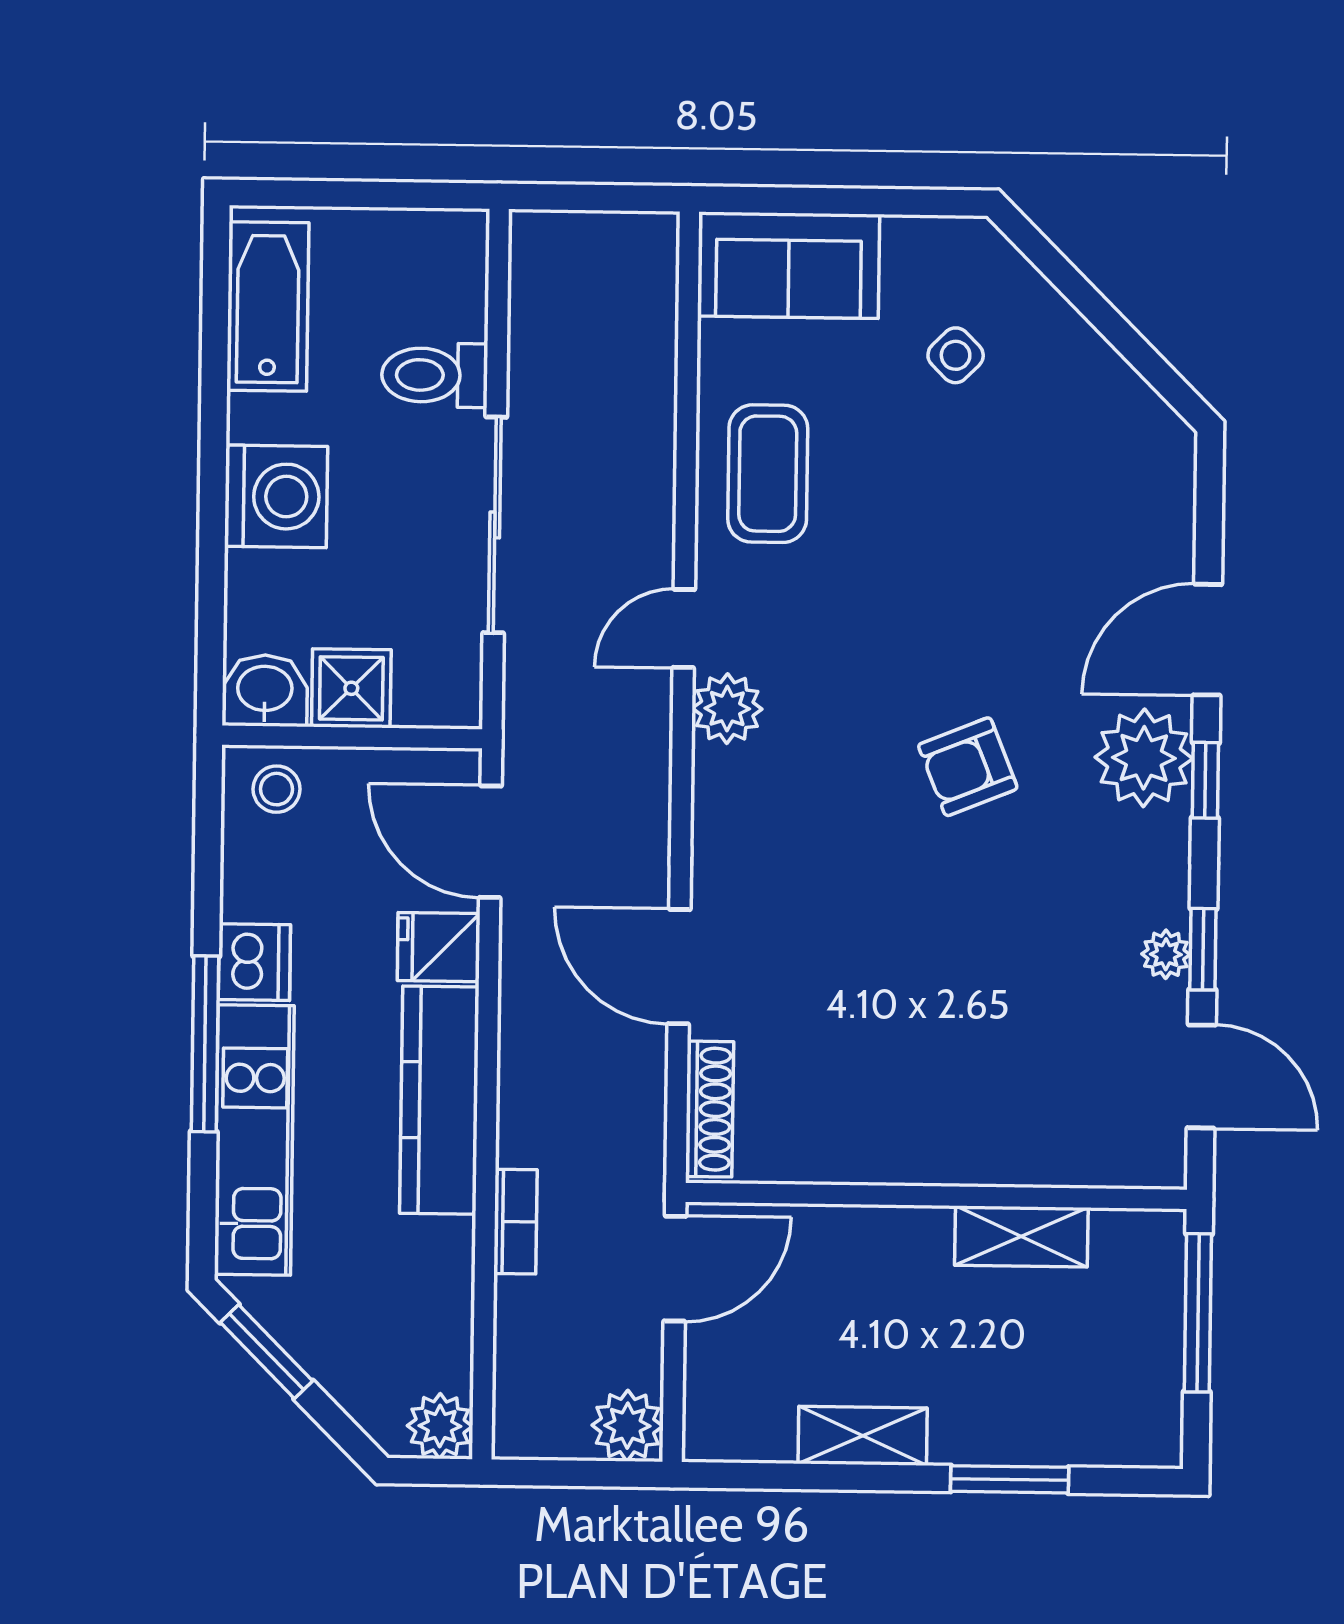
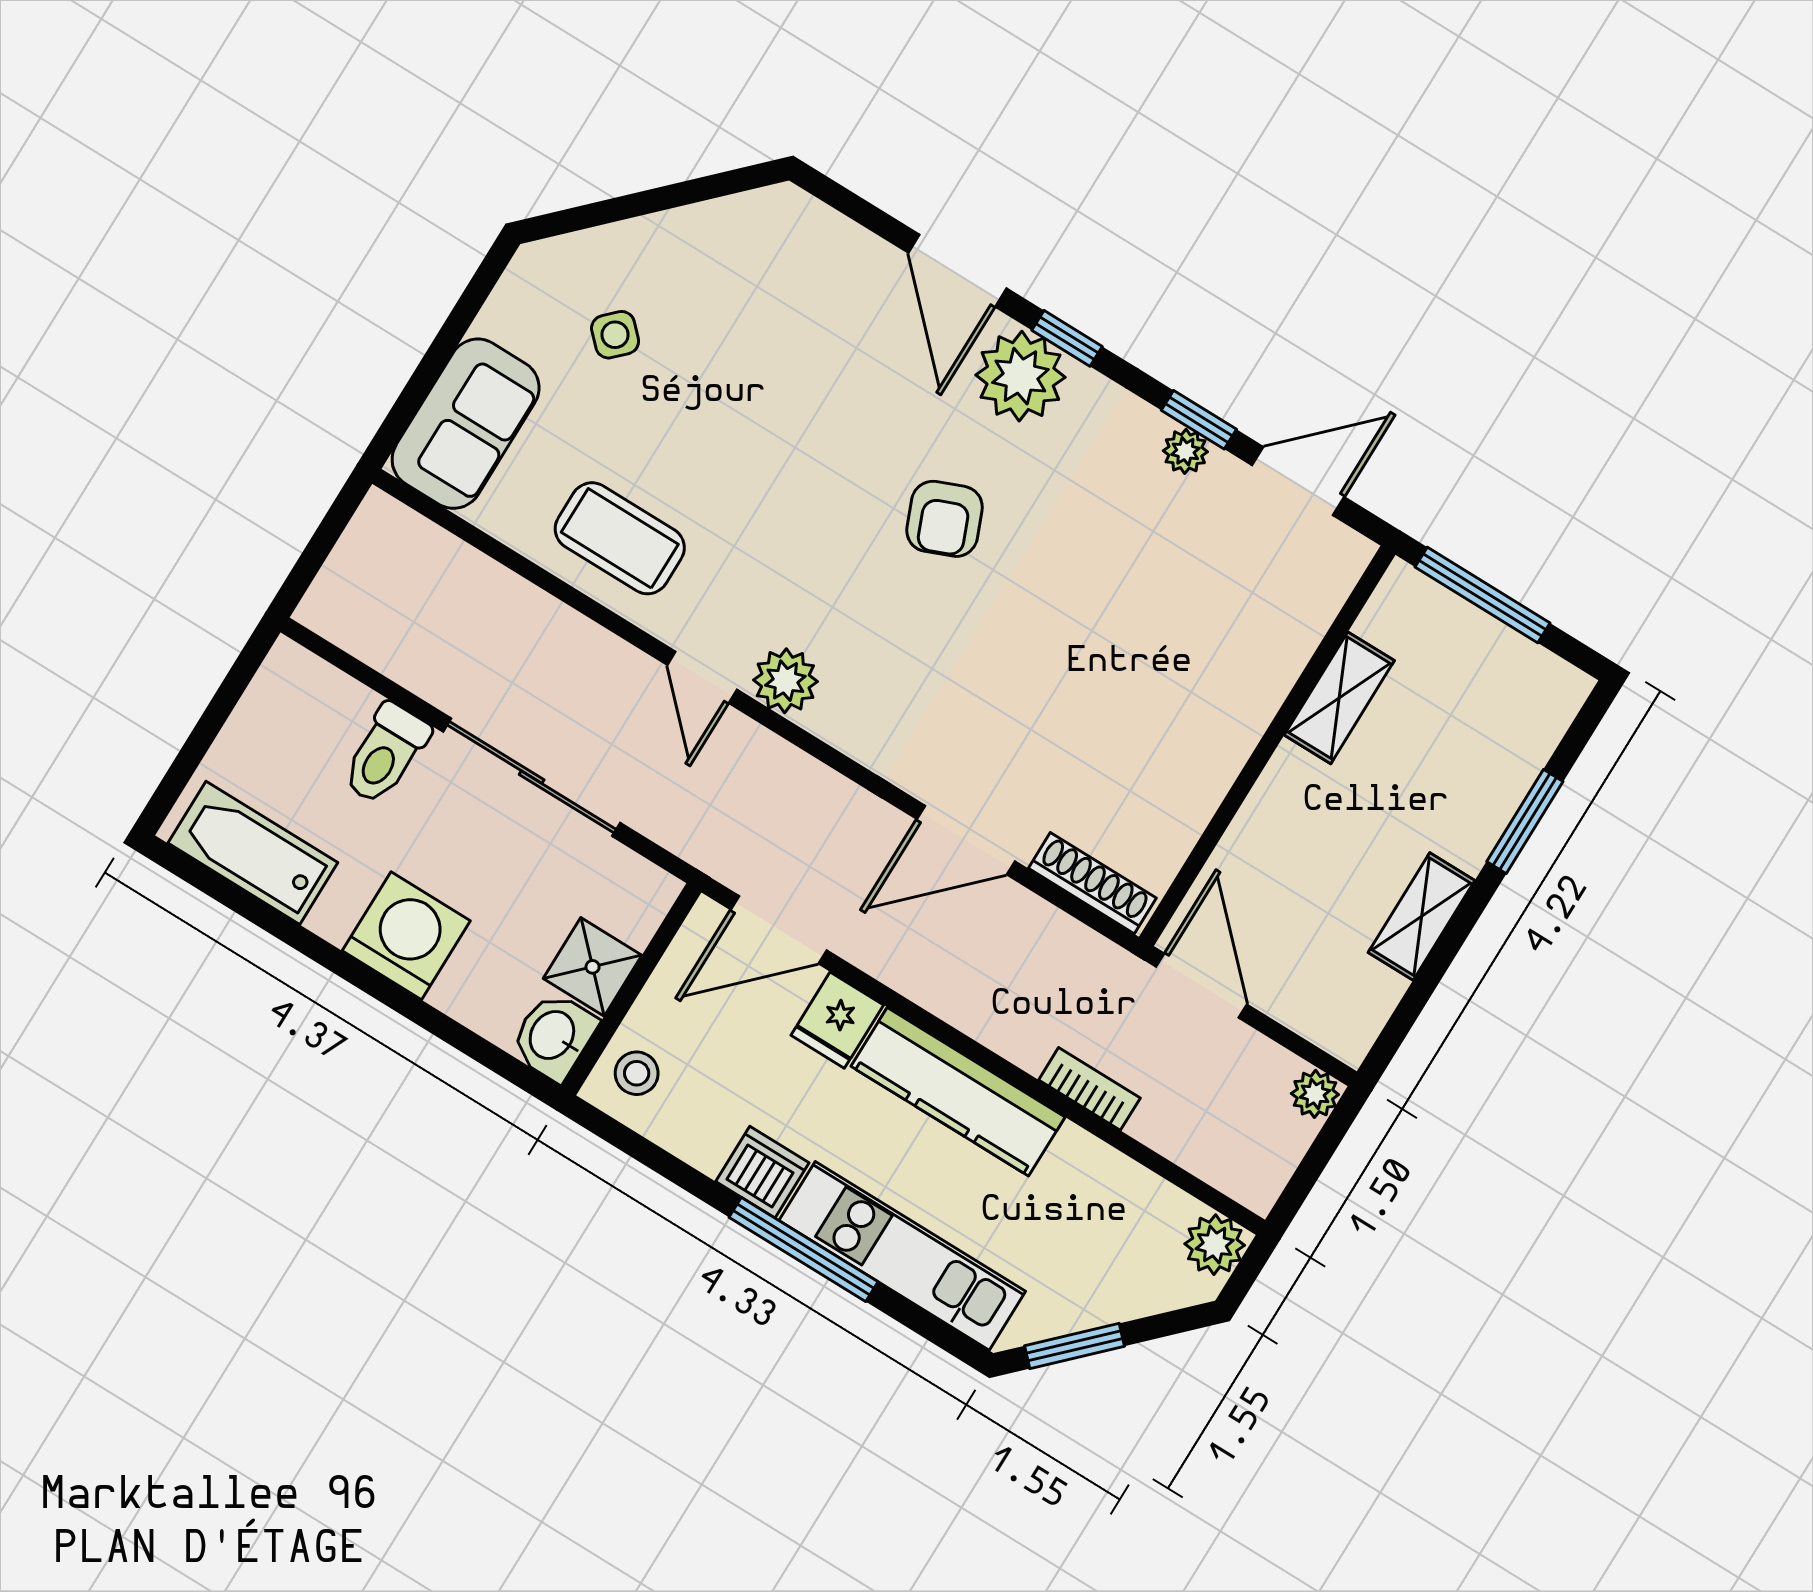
plant: (627, 1426) -> (1315, 1094), width x0.73, depth x0.73

